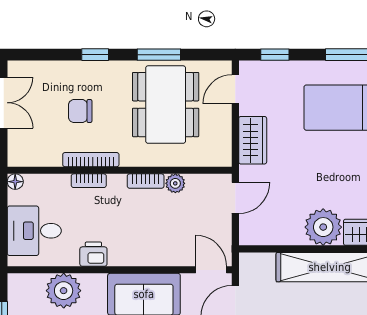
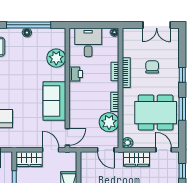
plant: (222, 157) -> (128, 143), added
plant: (175, 183) -> (109, 122), width x1.87, depth x1.87

